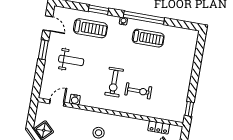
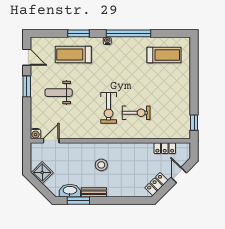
treadmill: (90, 28) -> (73, 55), turned 180
treadmill: (148, 38) -> (164, 55), moved
weight bench: (71, 60) -> (59, 93), turned 180
water cooler: (75, 99) -> (35, 134), moved

